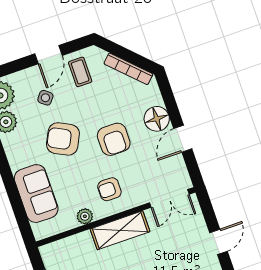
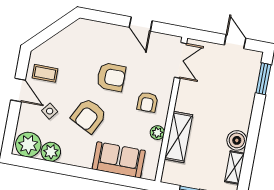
bookcase: (128, 69) -> (64, 35), removed
floor lamp: (157, 119) -> (114, 35), removed
shelving: (120, 230) -> (179, 137), moved

